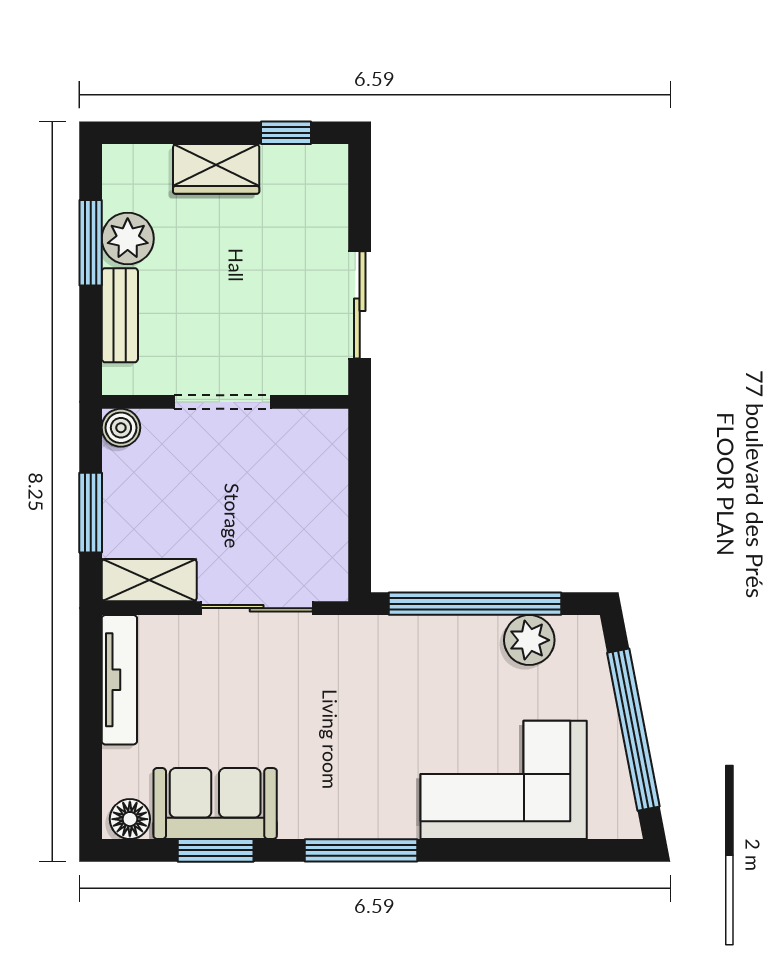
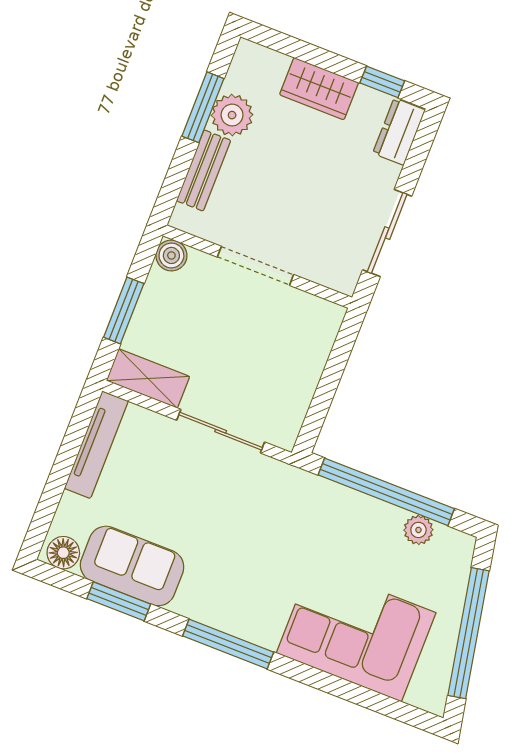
dresser: (328, 183) -> (399, 132), added
plant: (529, 640) -> (418, 530), width x0.73, depth x0.73

